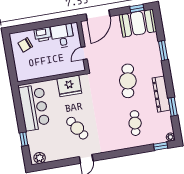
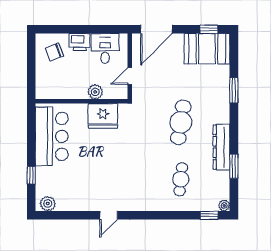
plant: (61, 69) -> (95, 92), added
cafe table: (77, 128) -> (104, 173), removed

